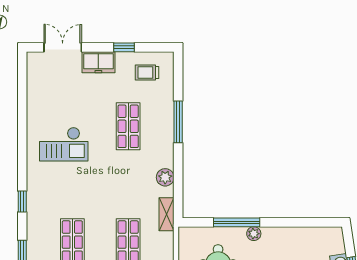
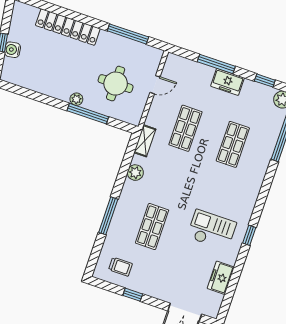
freezer: (98, 62) -> (221, 278), moved, turned -90
window: (22, 201) -> (249, 235), moved

